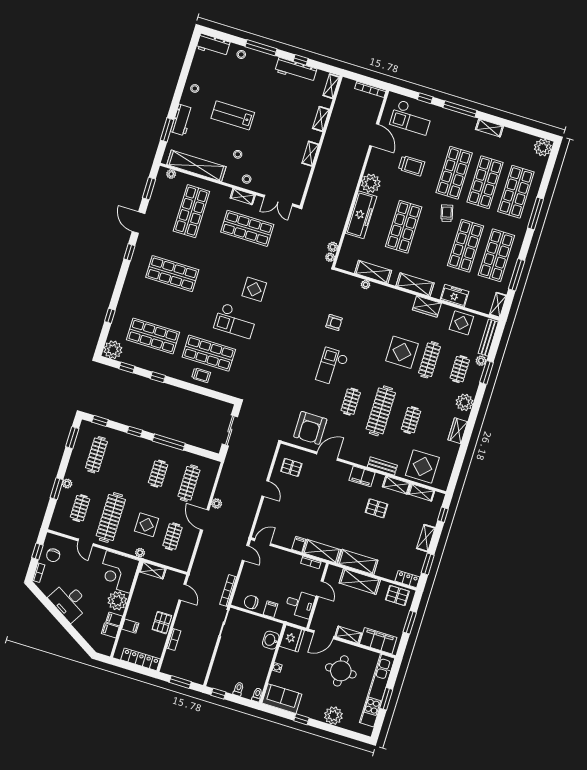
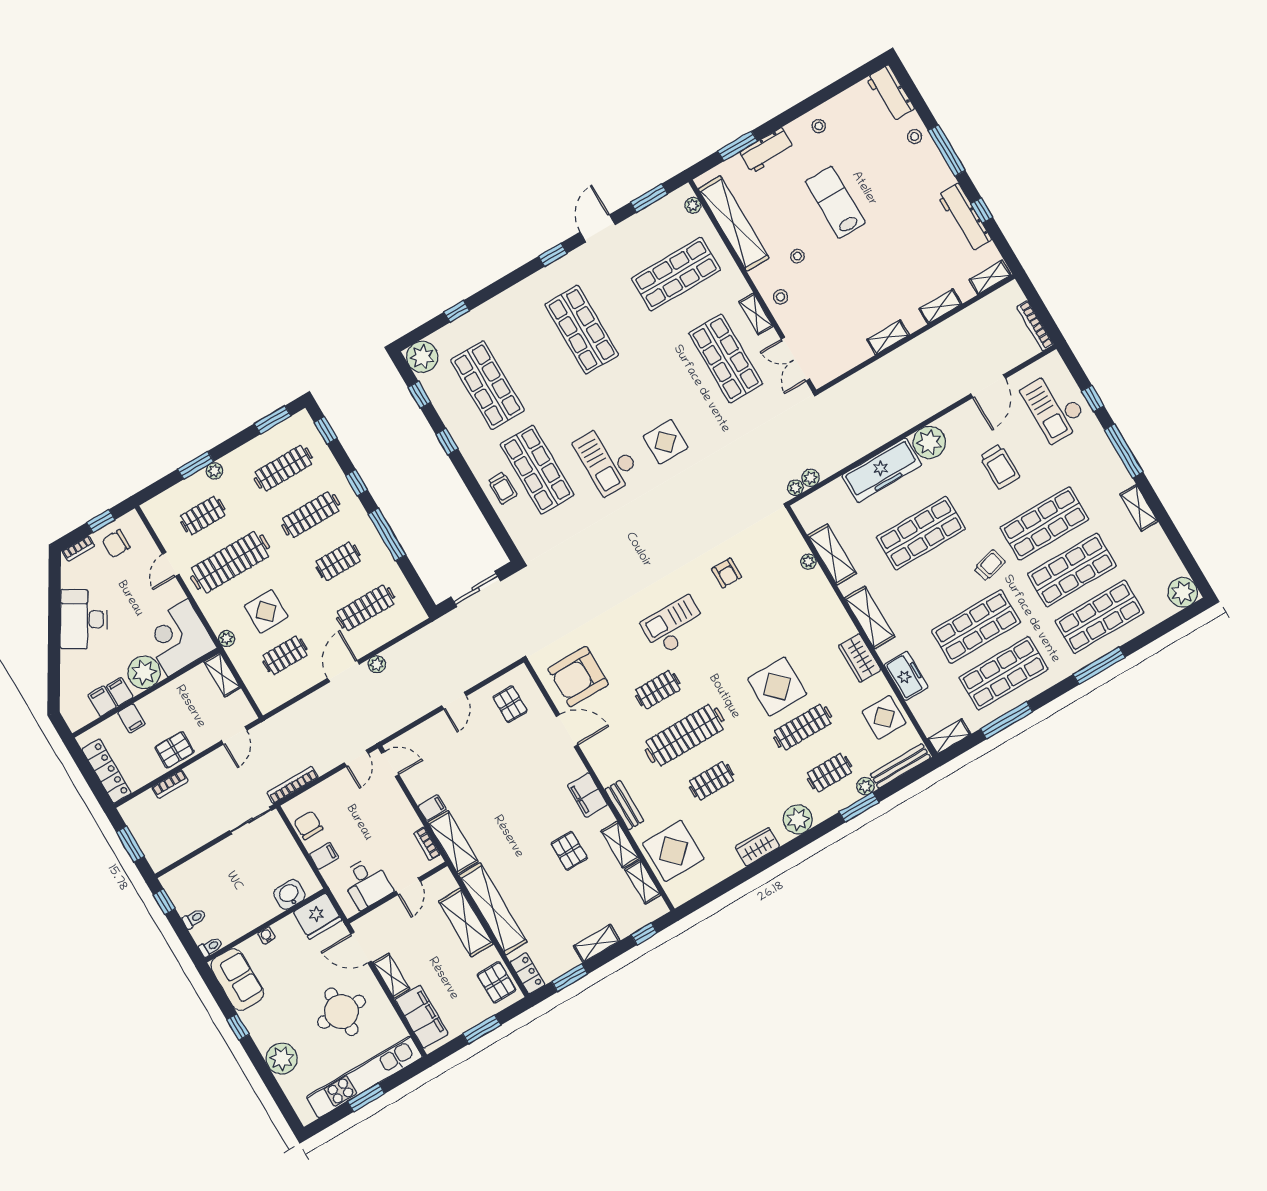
clothes rail: (127, 464) -> (311, 515), added
shelving: (358, 562) -> (493, 909), width x1.47

